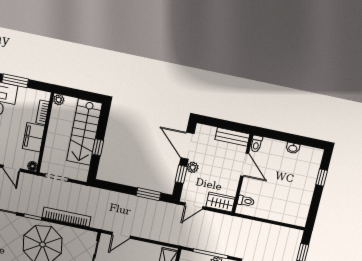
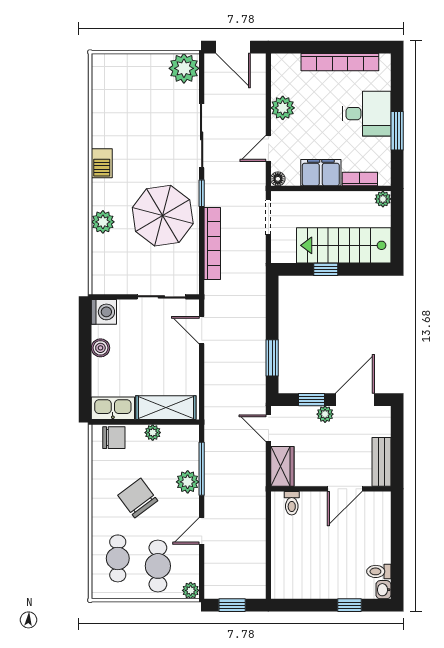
toilet: (256, 144) -> (379, 571), moved
washbasin: (293, 148) -> (383, 590), moved

